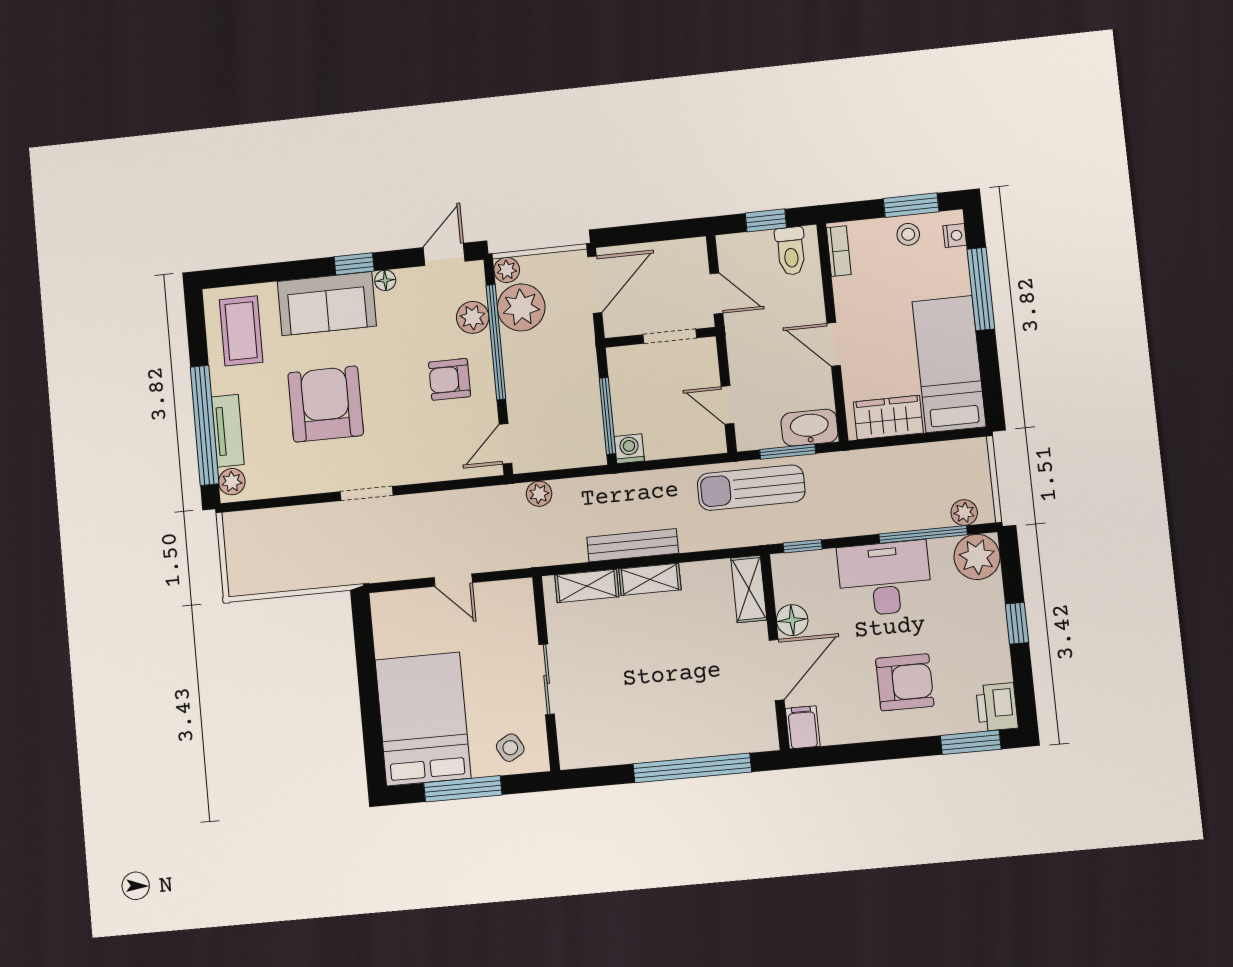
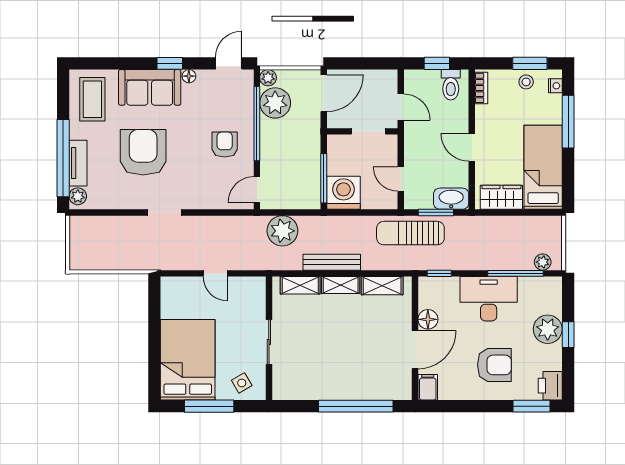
plant: (473, 317) -> (243, 106), removed
armchair: (450, 379) -> (225, 144), turned 90
washing machine: (629, 449) -> (343, 193), width x1.89, depth x1.89
plant: (539, 494) -> (282, 231), width x1.87, depth x1.87
plant: (977, 557) -> (548, 329), moved
shelving: (749, 589) -> (382, 286), moved, turned 90

